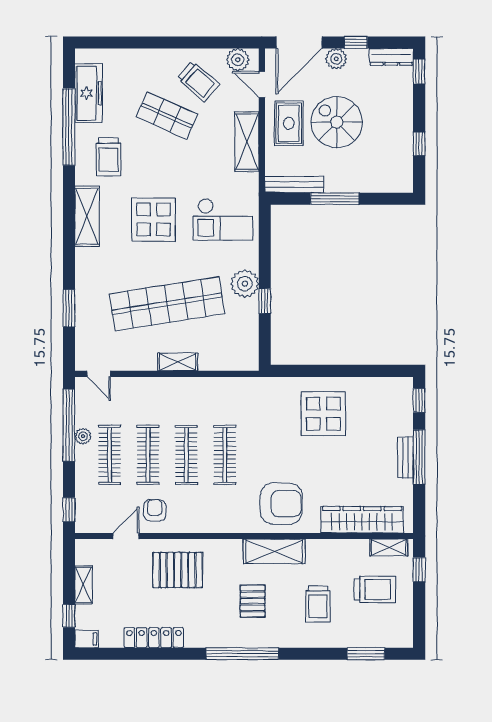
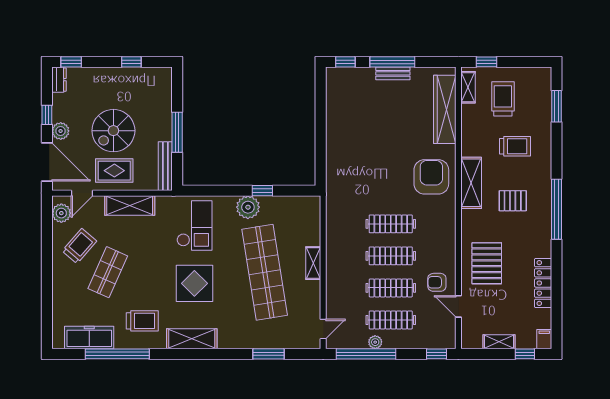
dresser: (391, 57) -> (59, 80), width x0.70
display table: (323, 414) -> (356, 142), removed

